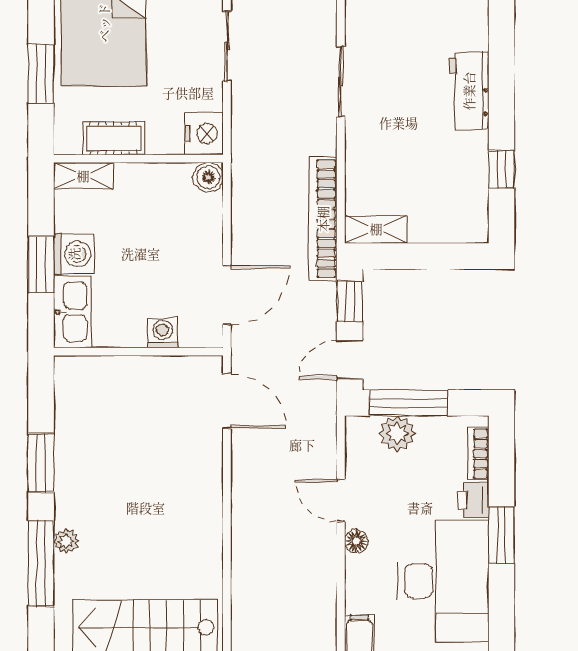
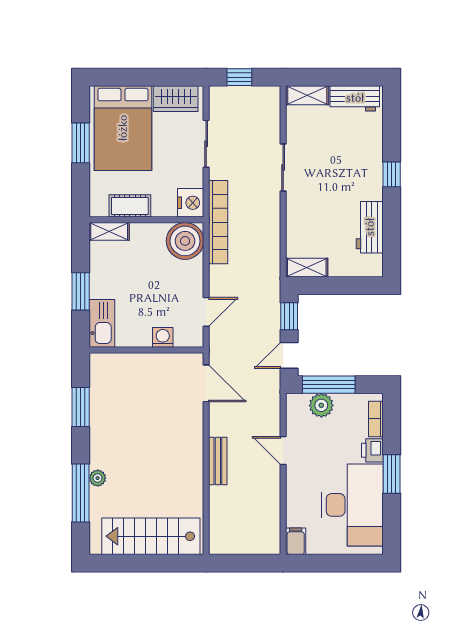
window: (41, 74) -> (81, 143), moved
workbench: (469, 91) -> (370, 227), moved
window: (501, 169) -> (392, 174), moved
boiler: (208, 177) -> (185, 241), width x1.86, depth x1.86
bookcase: (323, 219) -> (218, 222), moved, turned 180
washing machine: (74, 254) -> (103, 284), removed
door: (227, 295) -> (206, 312), width x0.73
window: (41, 463) -> (81, 407), moved
bench: (244, 516) -> (218, 461), added
floor lamp: (356, 541) -> (294, 478), removed

